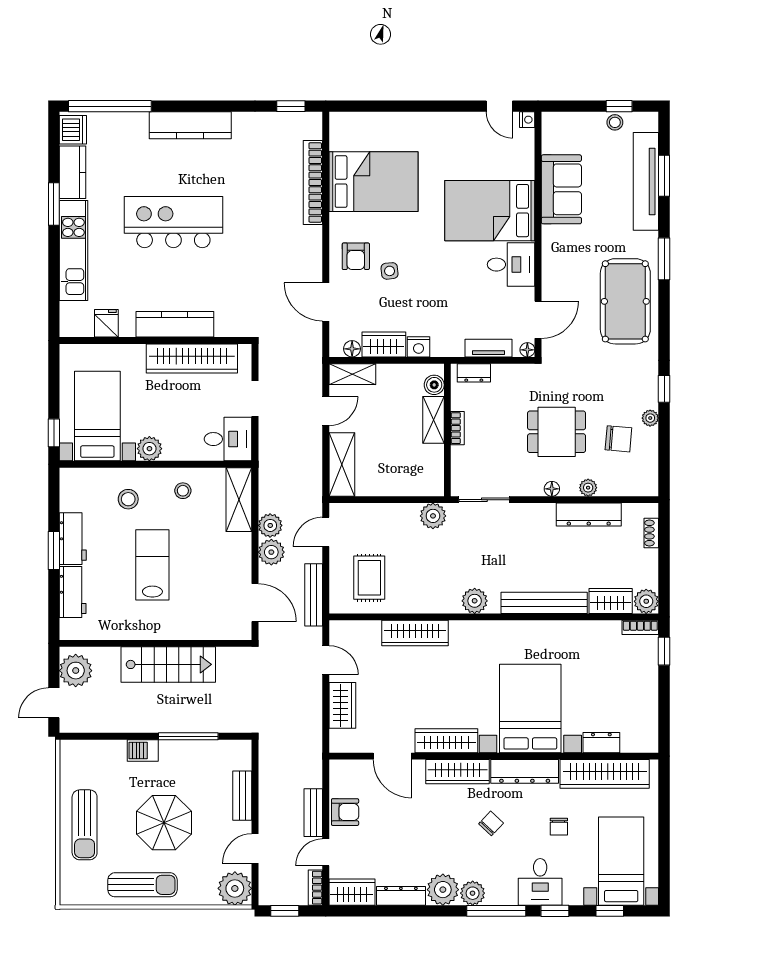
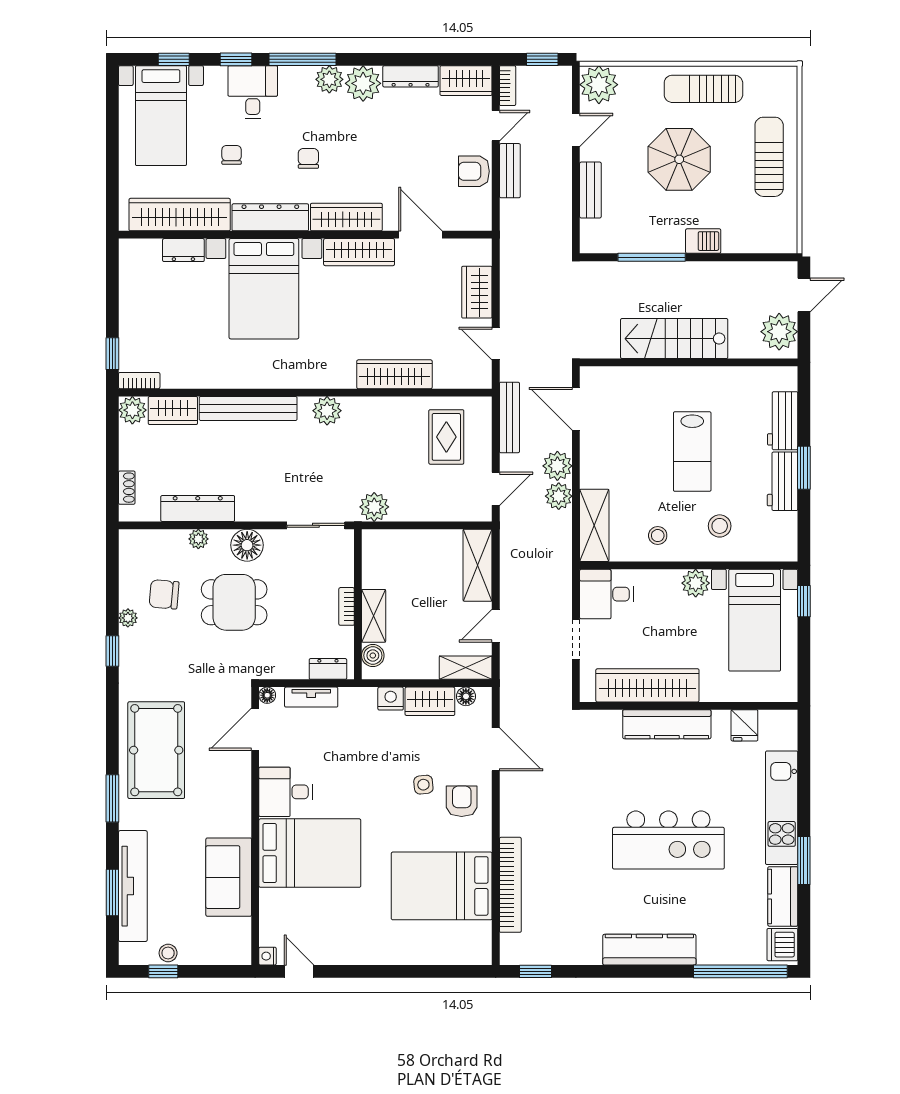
floor lamp: (552, 489) -> (247, 545), width x1.89, depth x1.89
chair: (491, 823) -> (308, 158), turned 137

